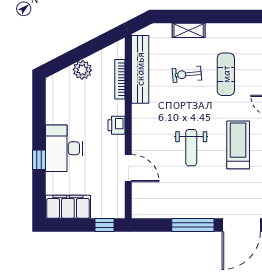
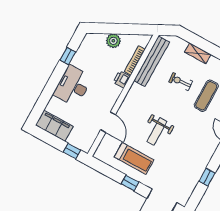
printer: (117, 125) -> (122, 79), moved
treadmill: (238, 145) -> (134, 158), moved, turned 90
window: (39, 160) -> (68, 56), moved
window: (193, 225) -> (130, 183), width x0.46

